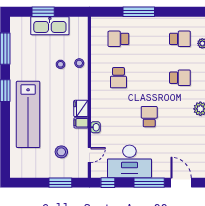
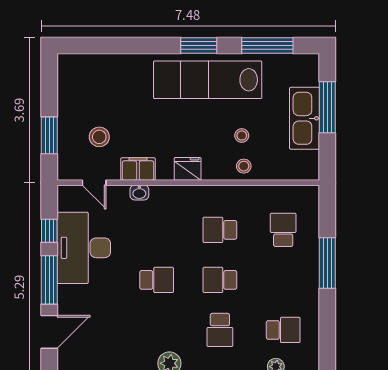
window: (43, 12) -> (327, 107), width x1.44
school desk: (180, 39) -> (283, 330), turned -90
school desk: (149, 78) -> (220, 280), added
fridge: (81, 108) -> (188, 169), moved
lab bench: (28, 114) -> (208, 80), moved
filing cabinet: (81, 123) -> (138, 169), width x2.00
window: (108, 183) -> (49, 231), moved

